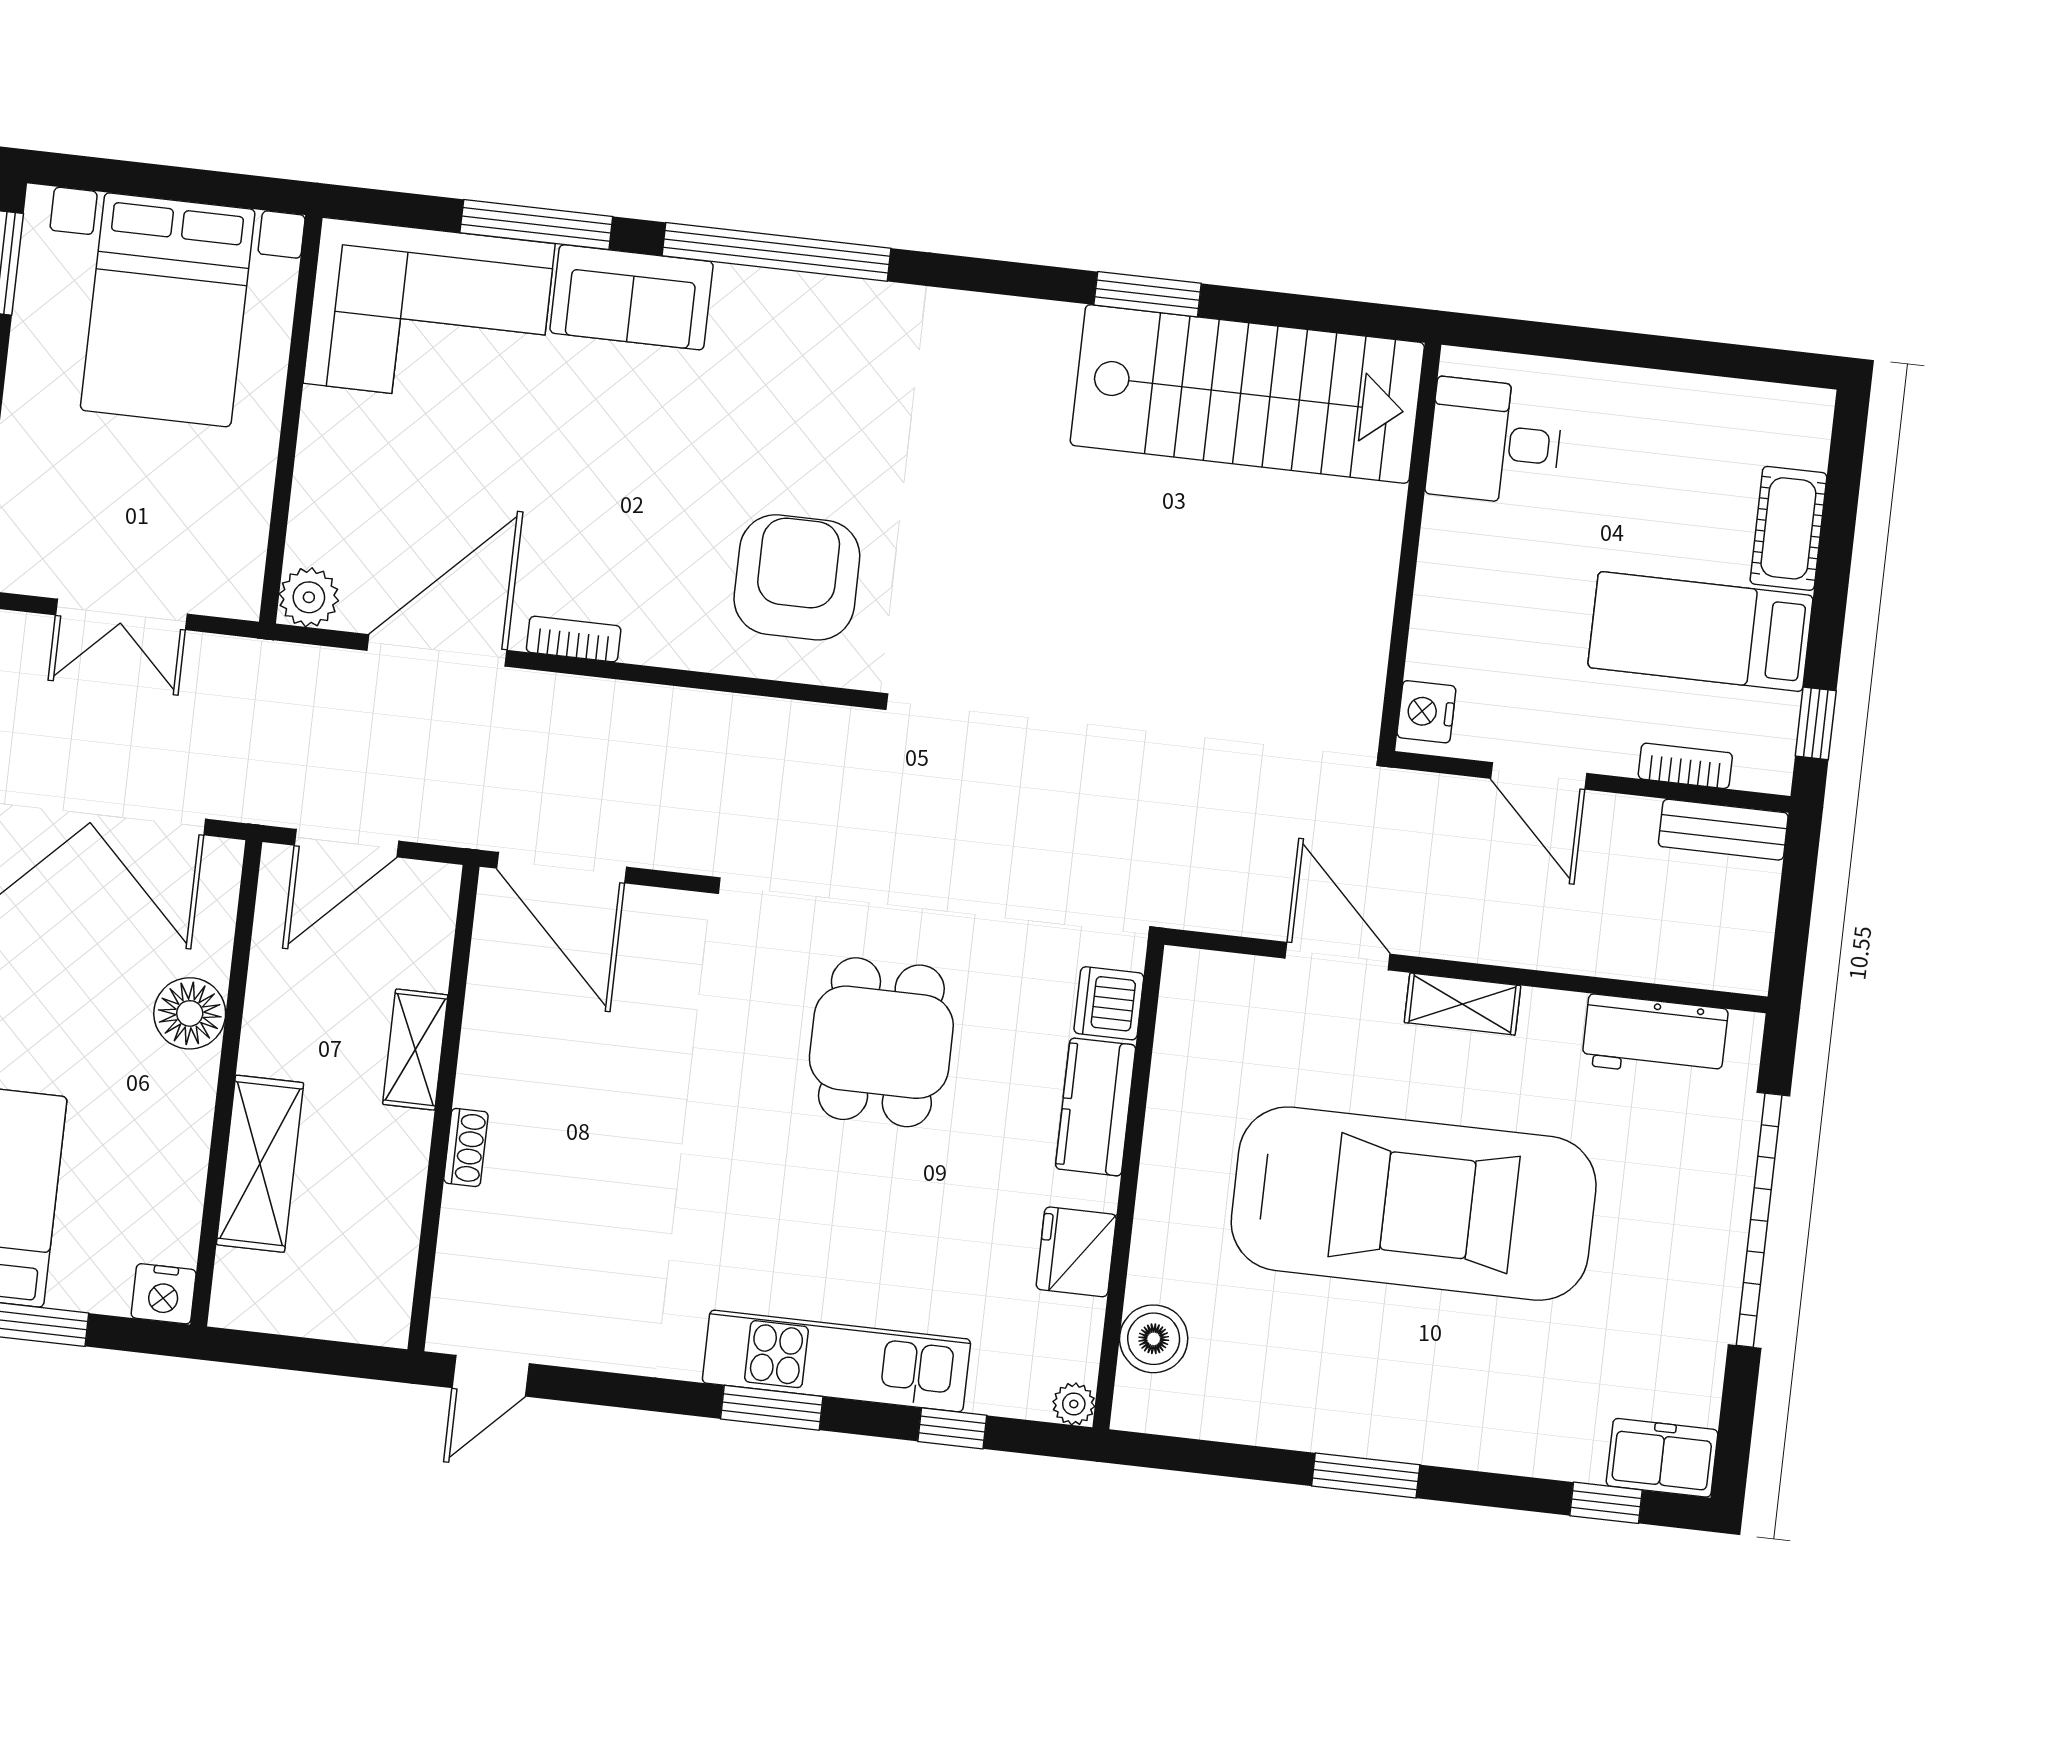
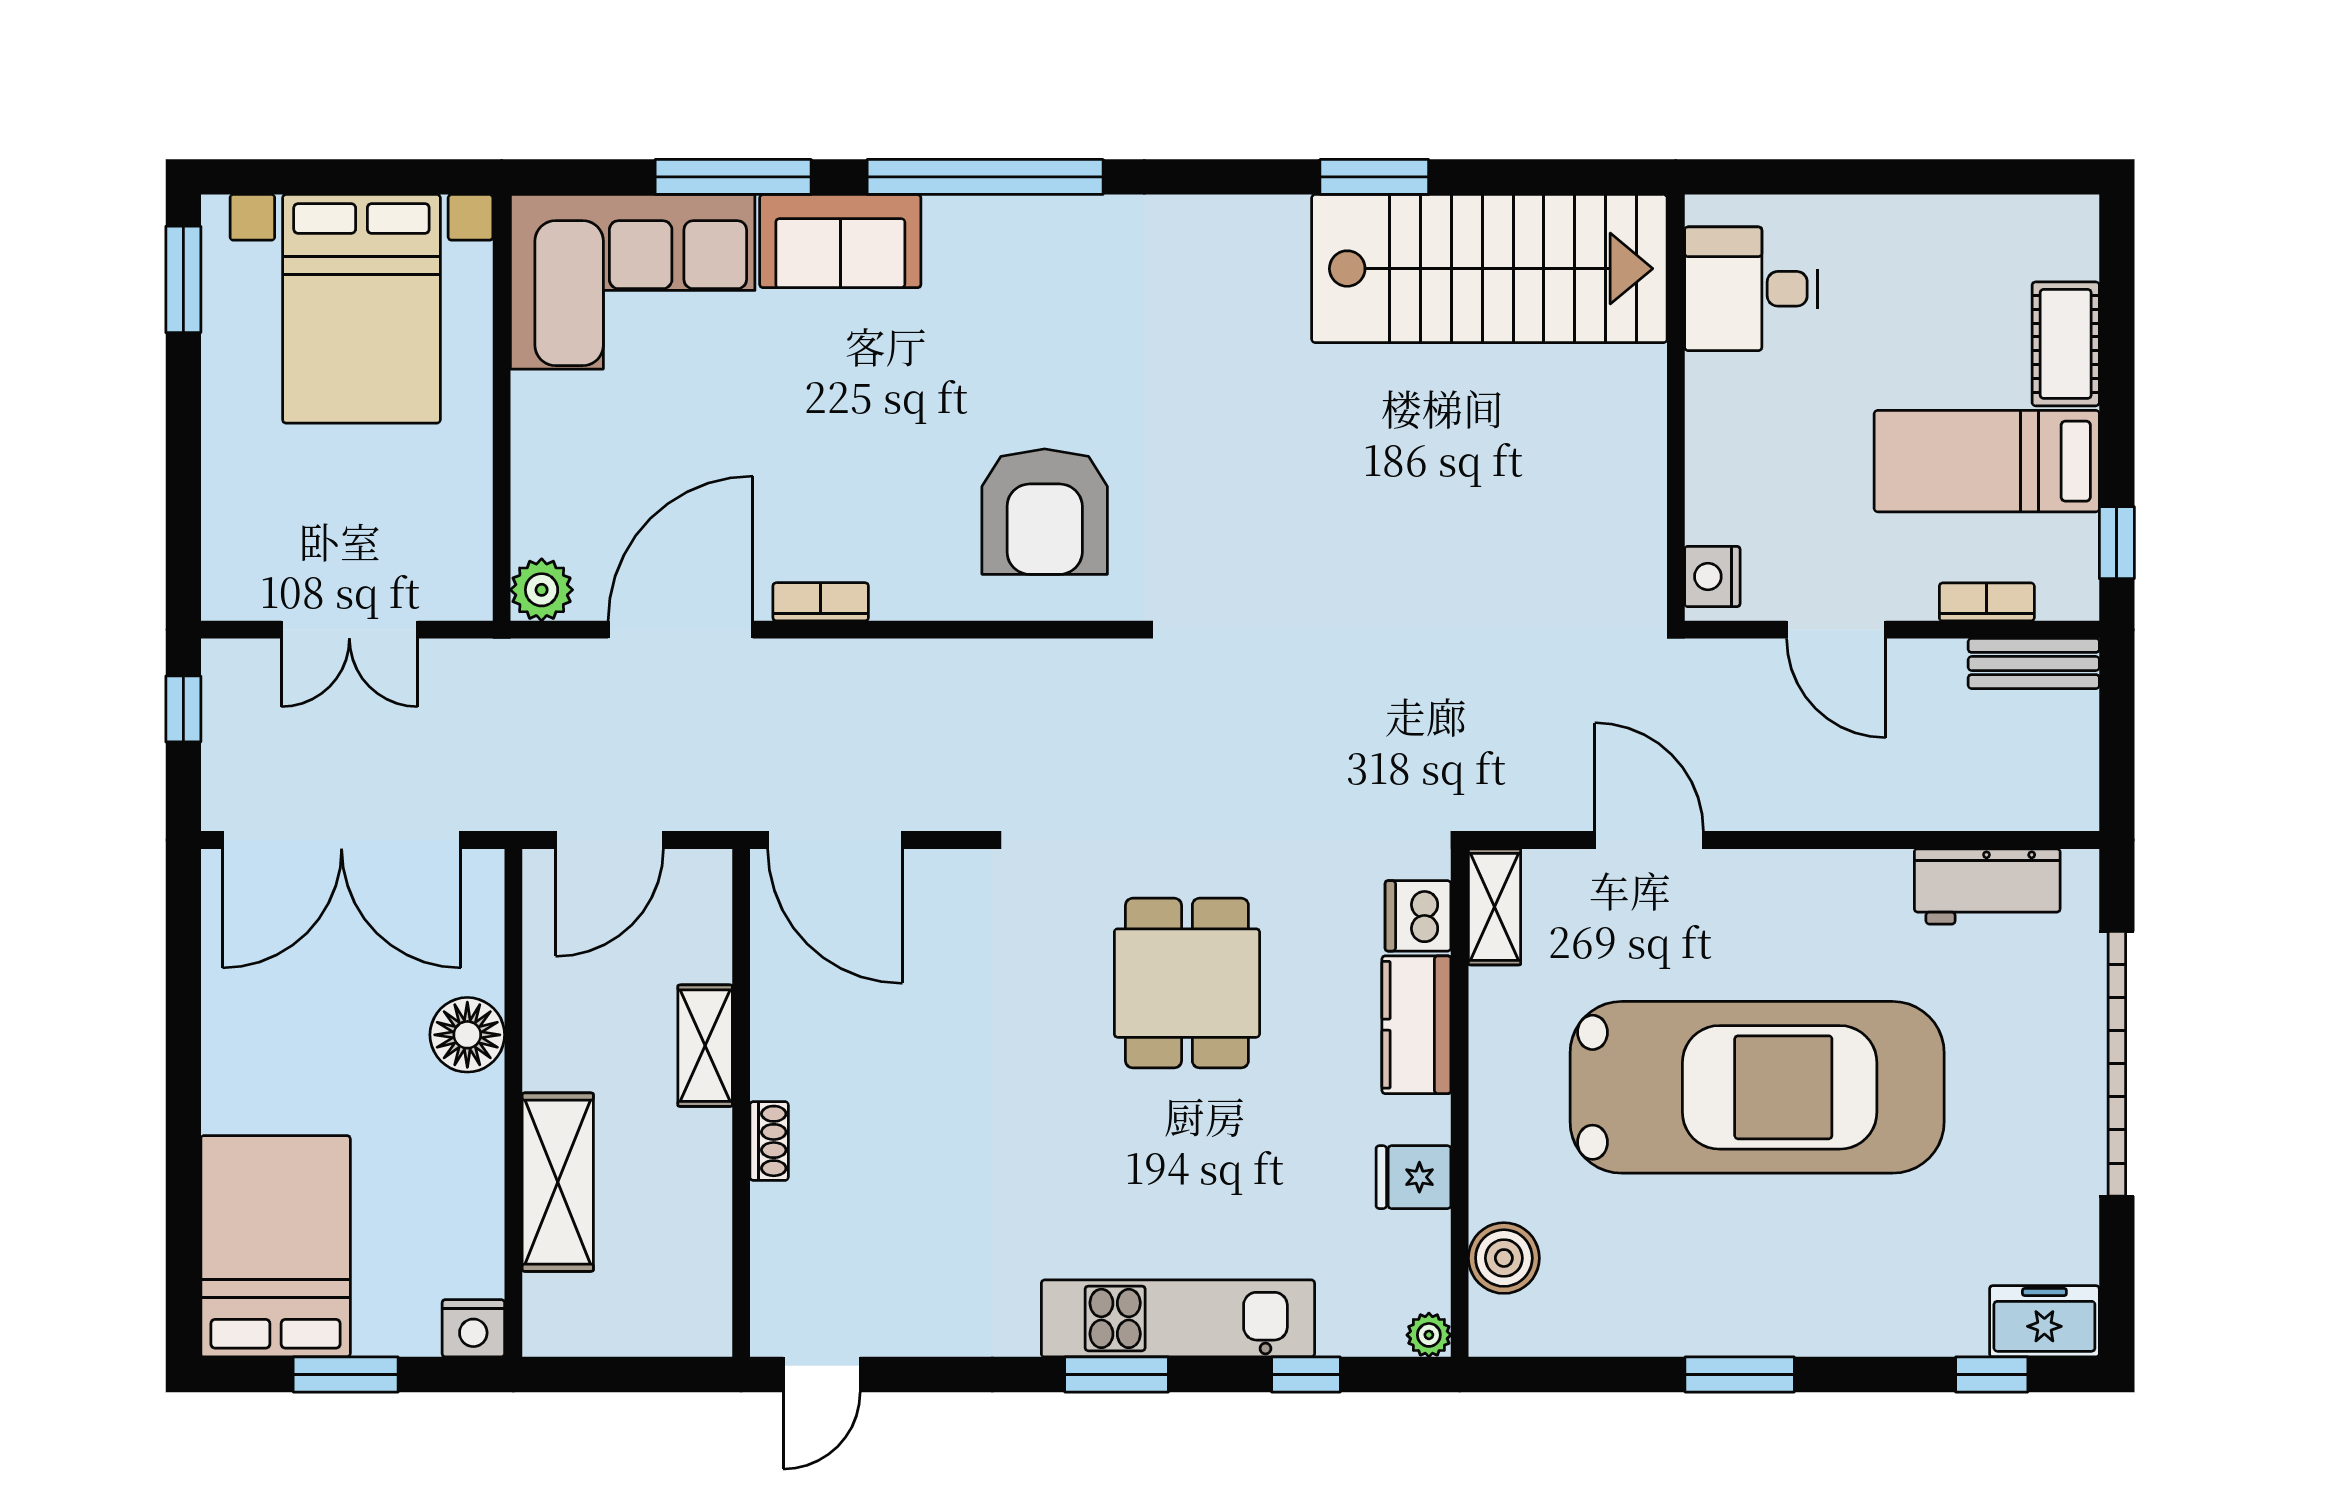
armchair: (797, 577) -> (1045, 512), turned 180
shelving: (1462, 1004) -> (1495, 907), moved, turned 90
fridge: (1076, 1252) -> (1413, 1177), width x0.72

